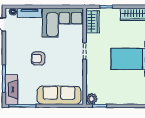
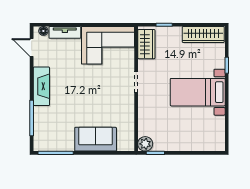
armchair: (38, 58) -> (76, 92), removed
fireplace: (11, 90) -> (41, 86), moved
sofa: (59, 95) -> (96, 139), width x0.73

